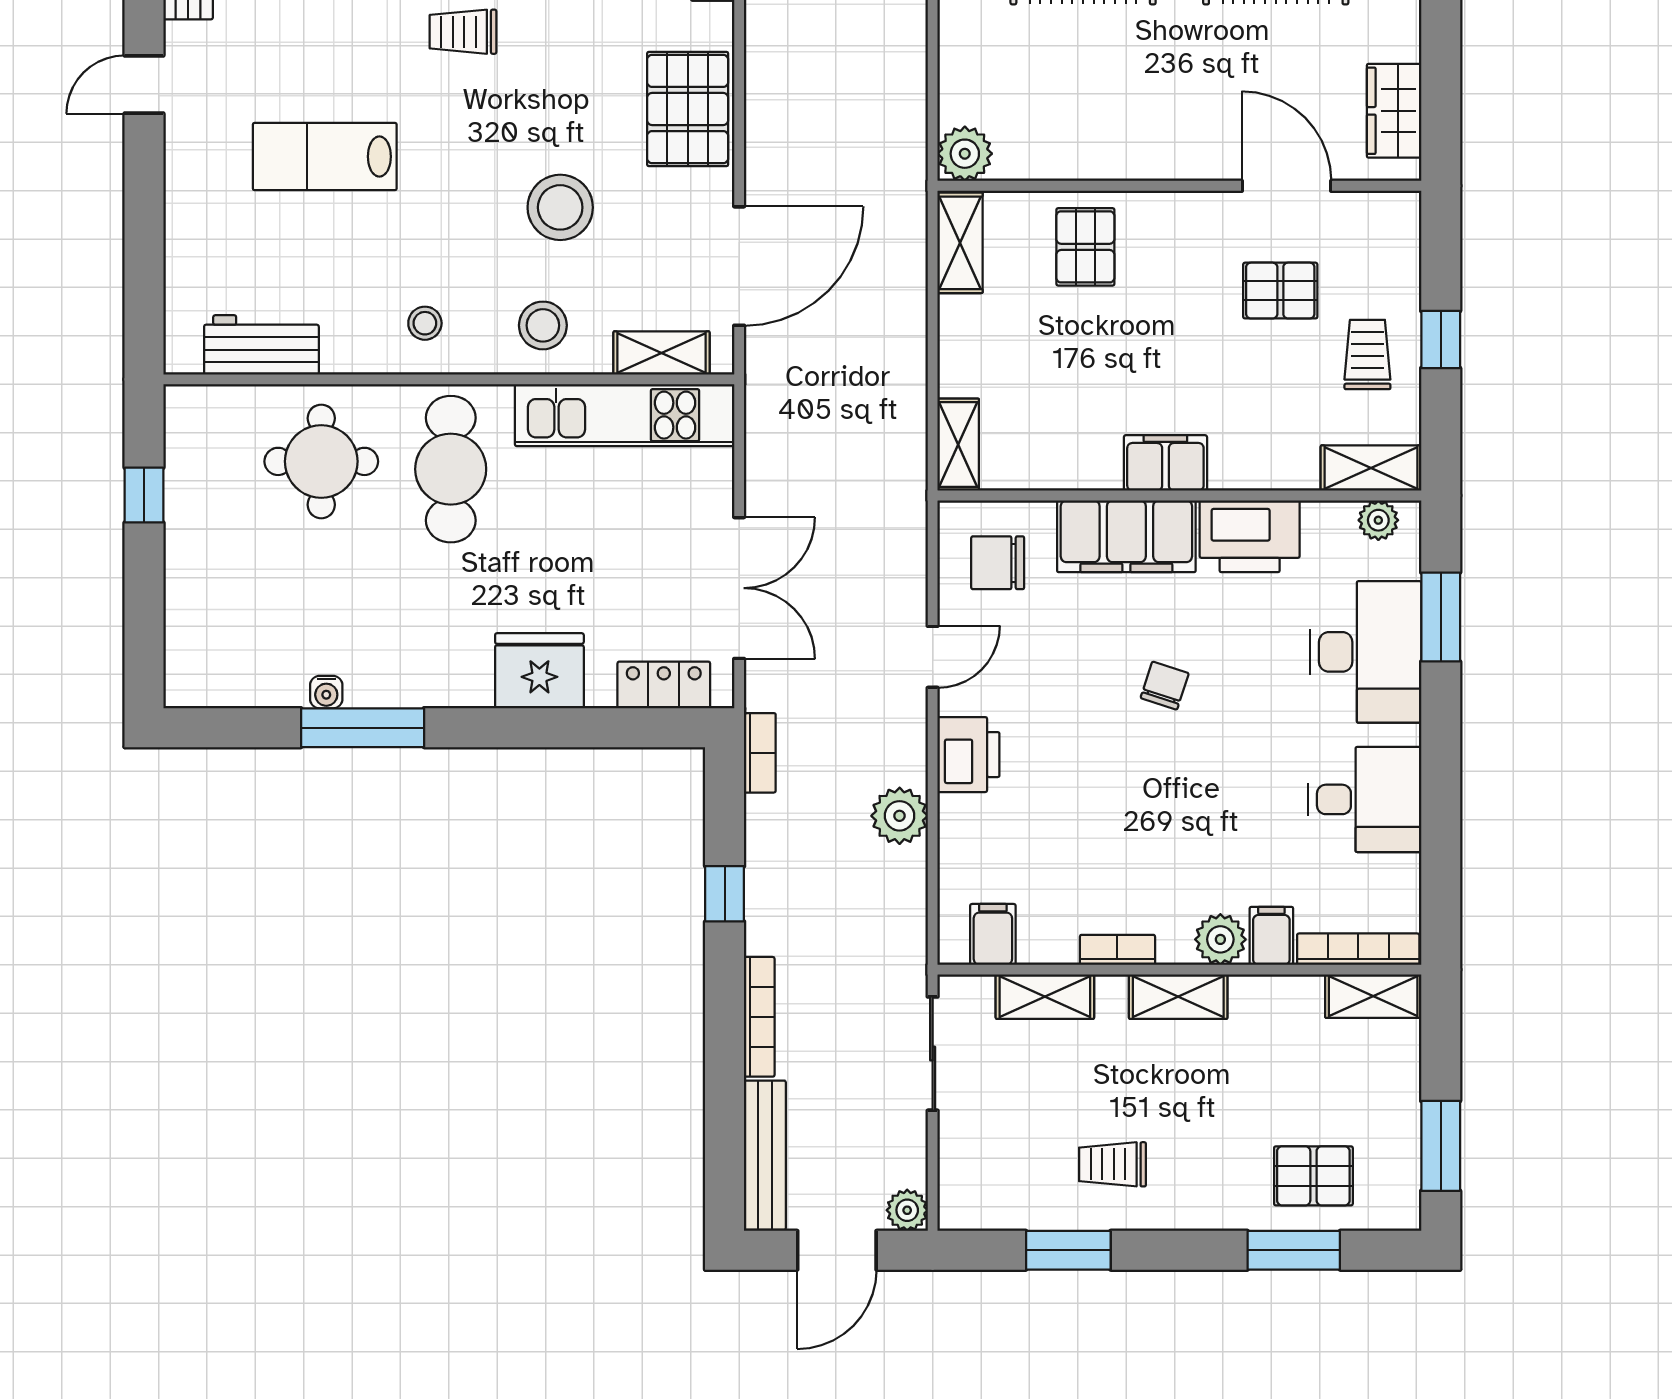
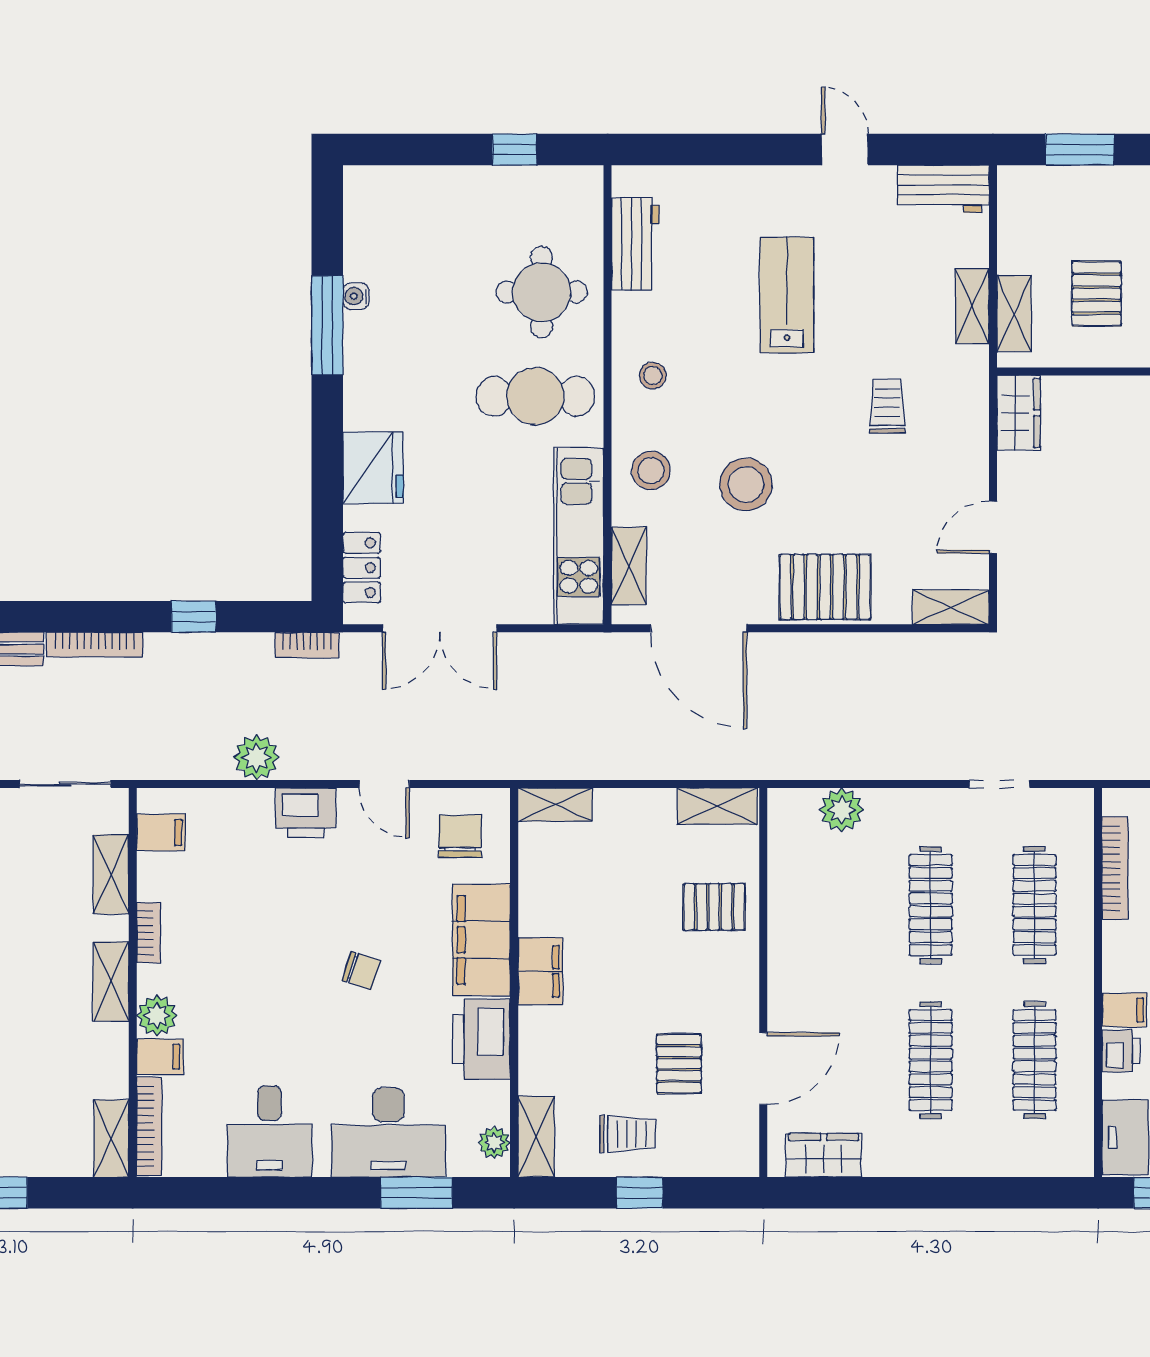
plant: (965, 154) -> (842, 810), moved

